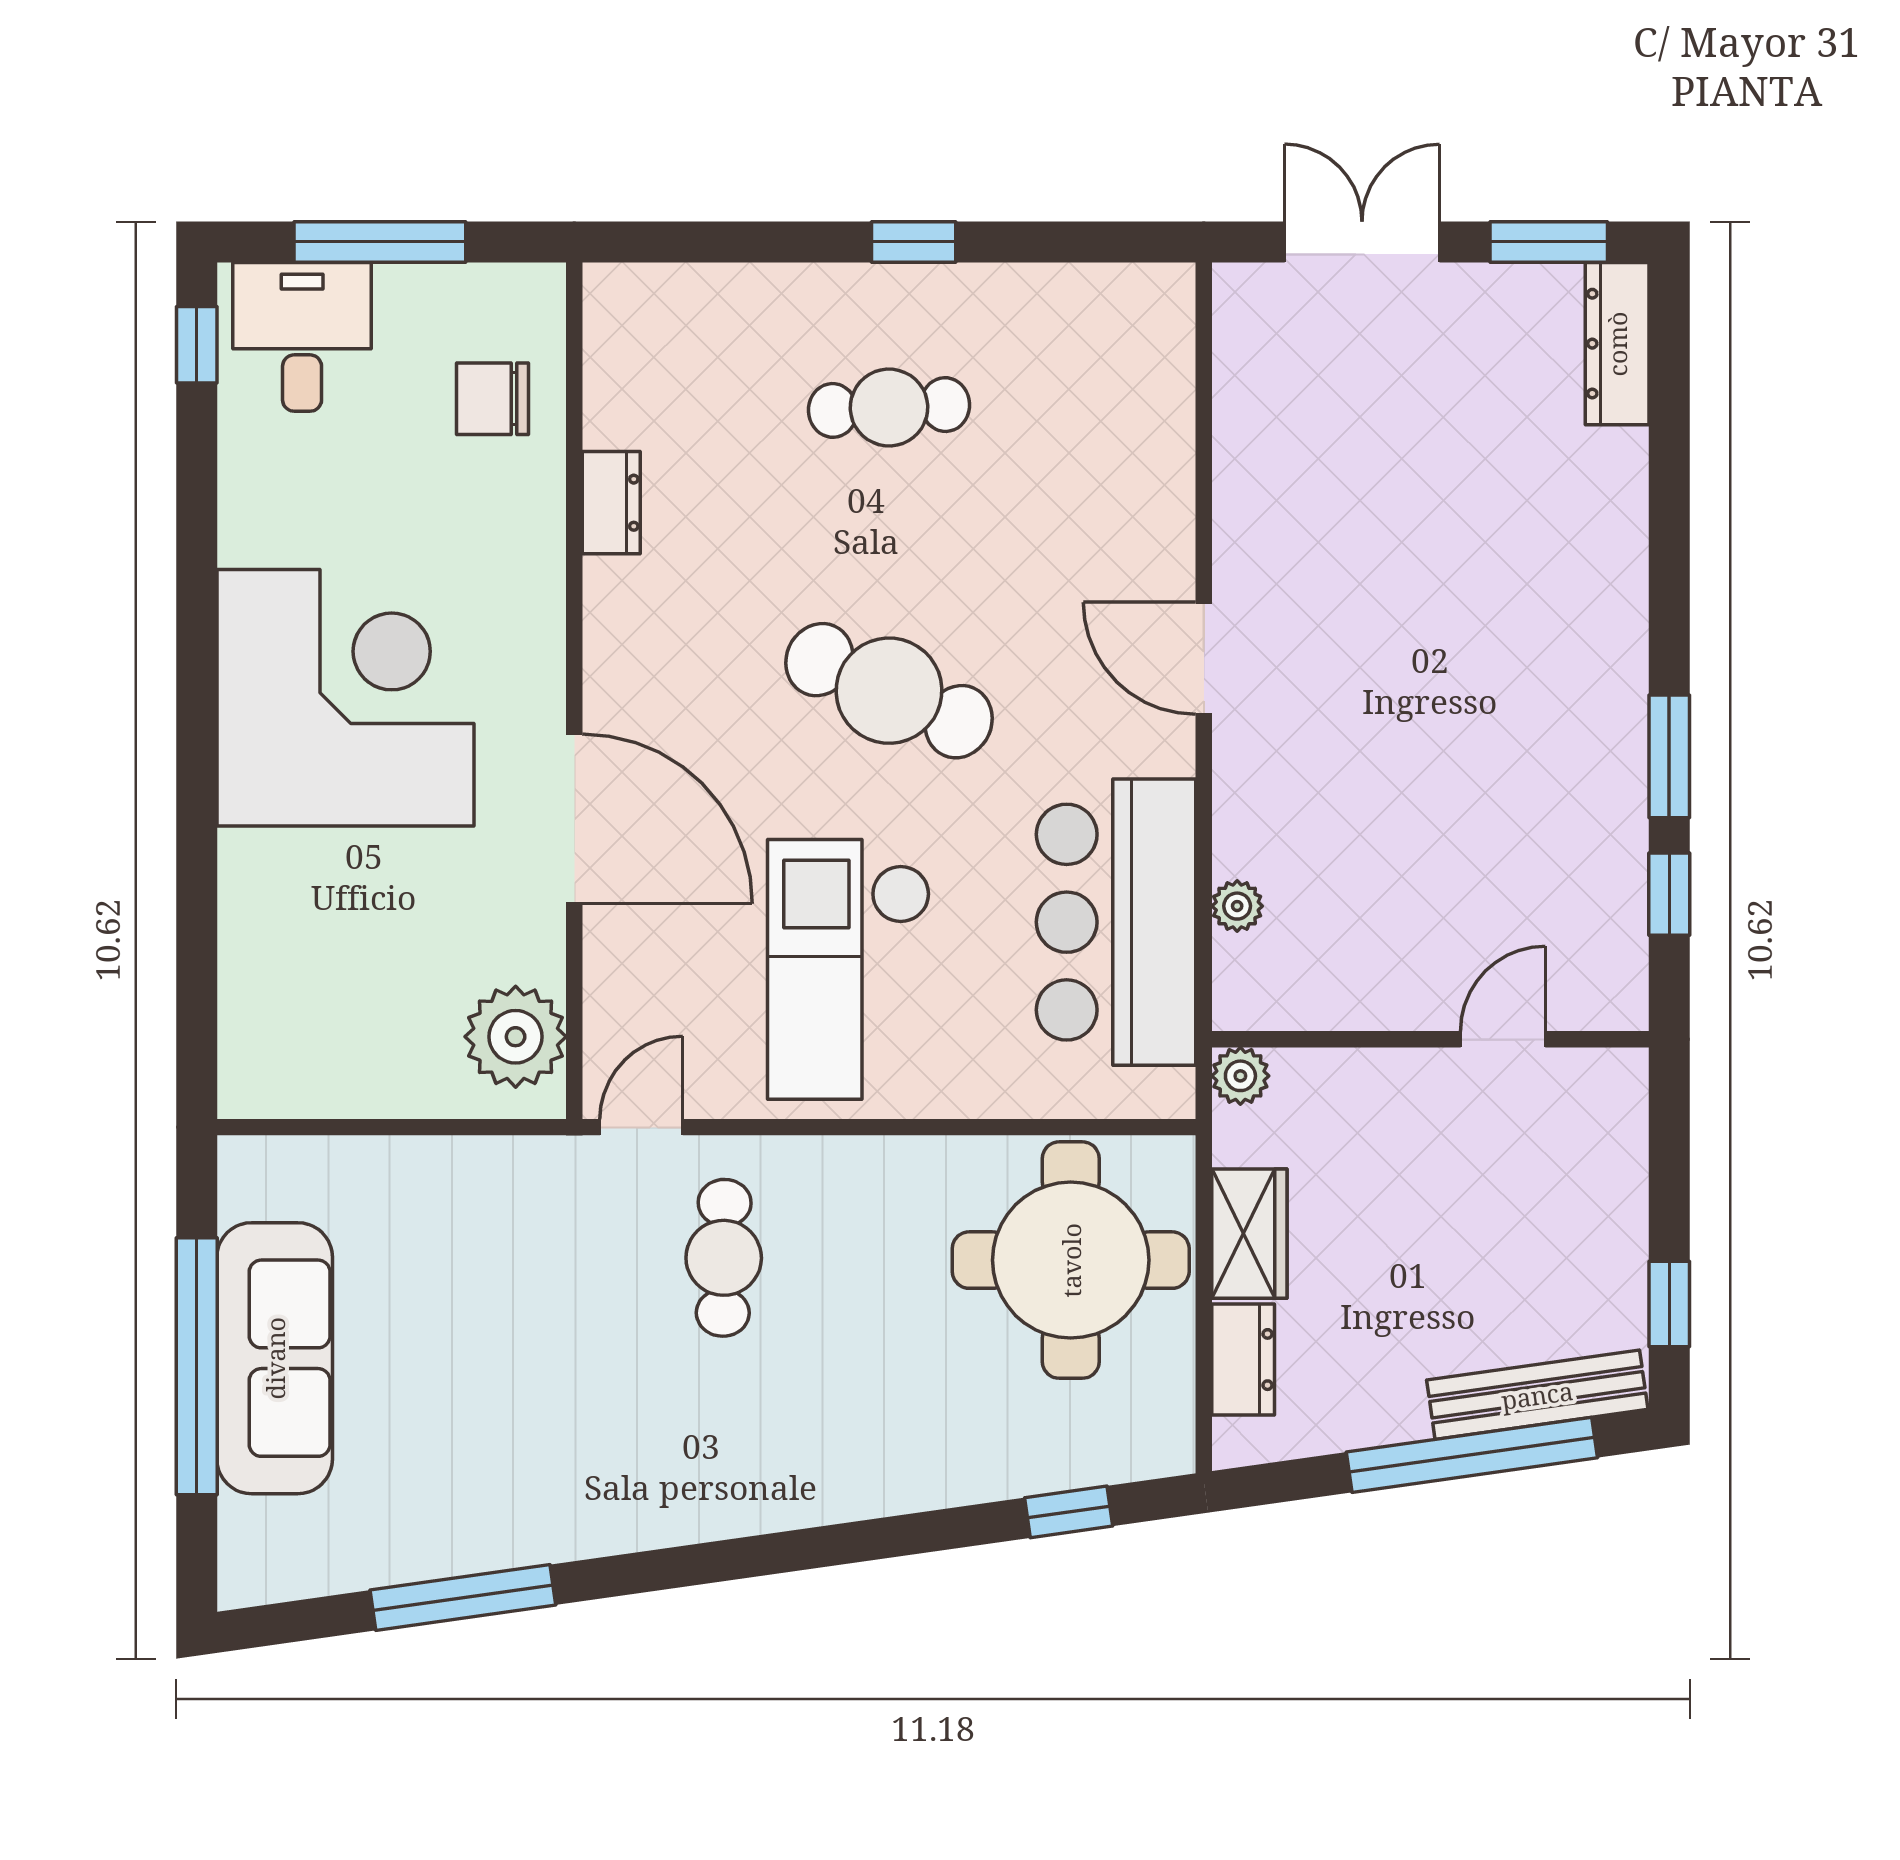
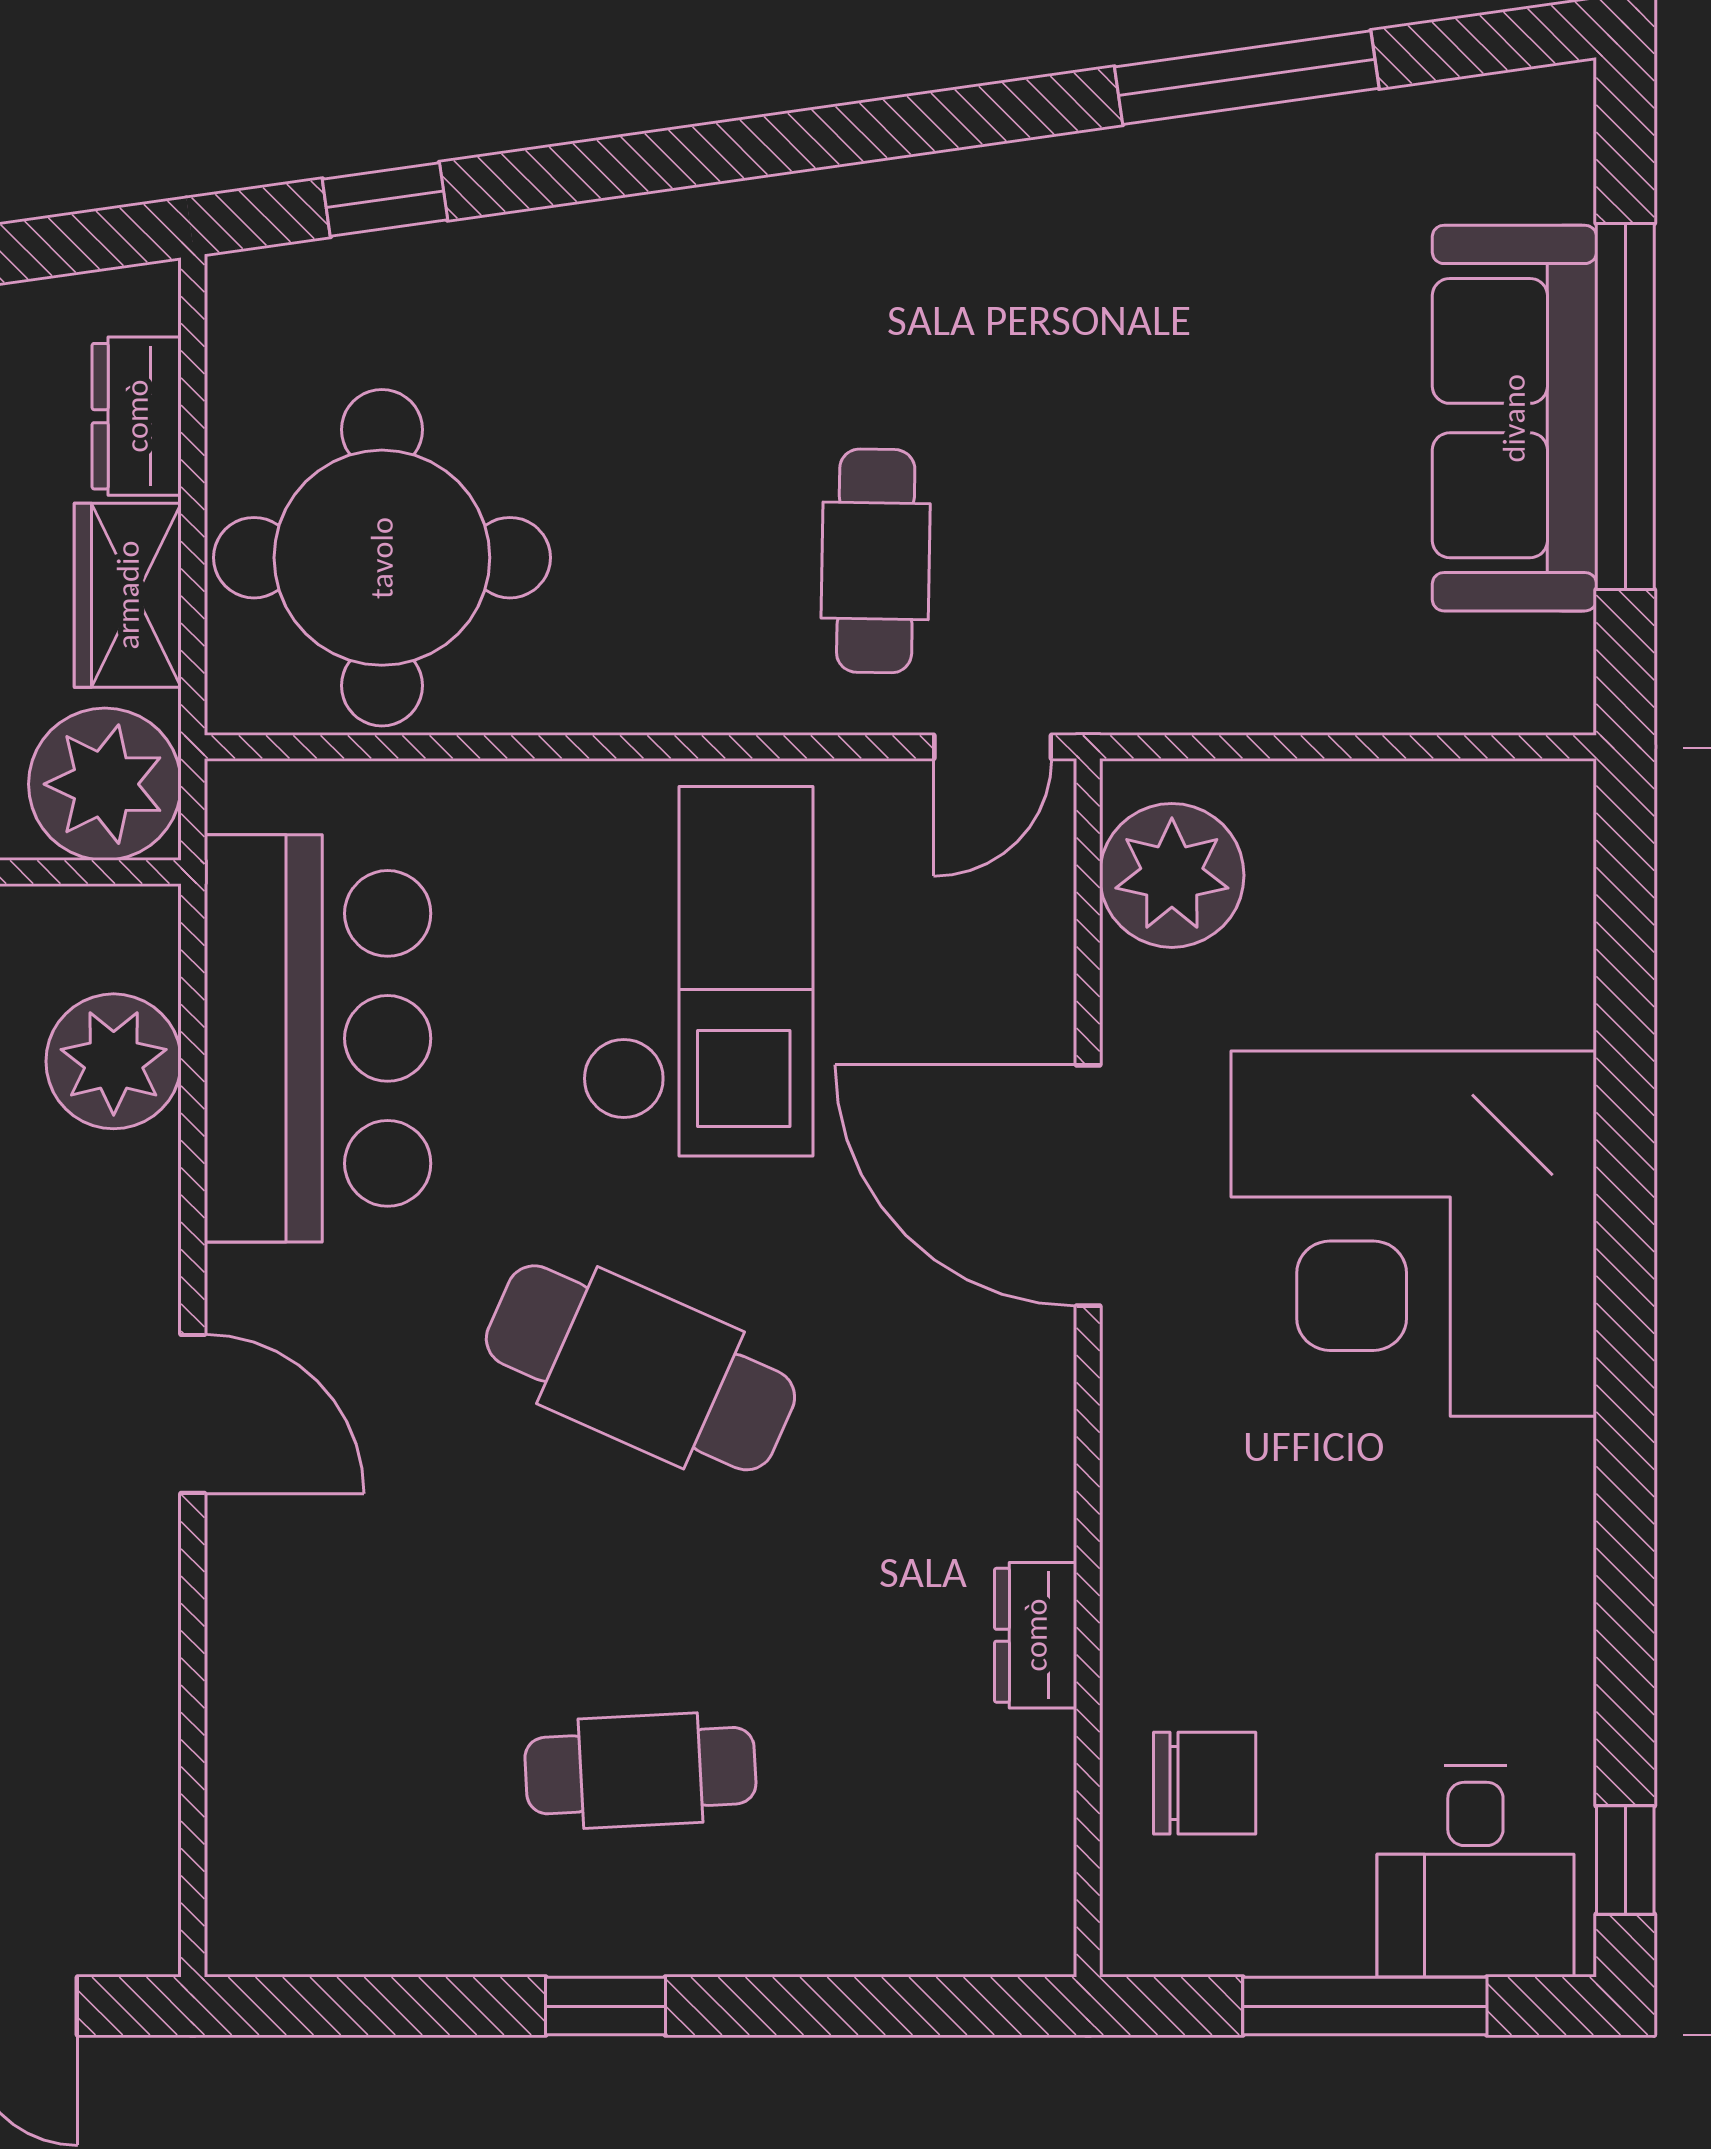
corner desk: (345, 698) -> (1414, 1234), moved
plant: (1237, 906) -> (114, 1061), width x1.87, depth x1.87
plant: (1240, 1076) -> (105, 784), width x1.88, depth x1.88

